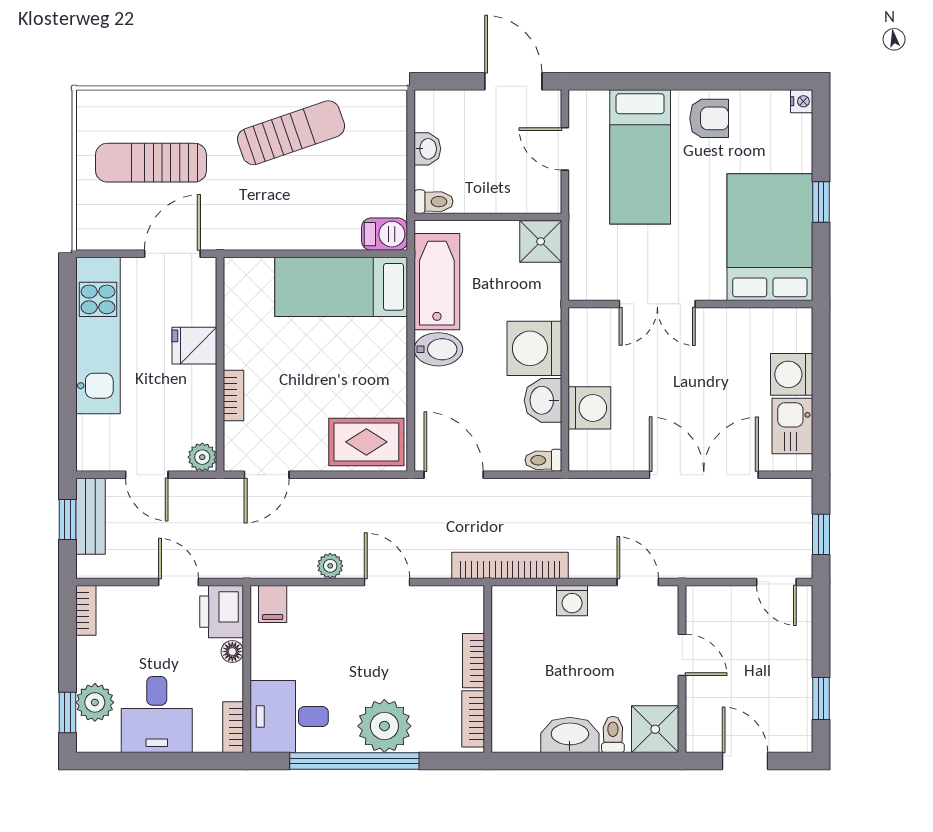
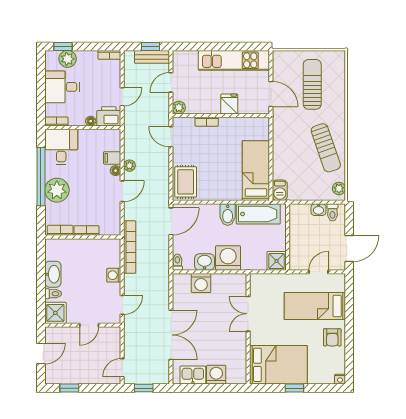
plant: (381, 104) -> (339, 188), added
toilet: (434, 202) -> (332, 212), moved
floor lamp: (341, 597) -> (116, 171), added
filing cabinet: (273, 604) -> (112, 158), moved

